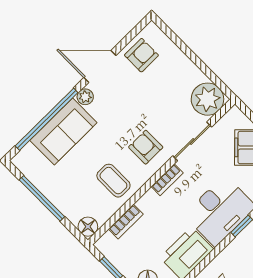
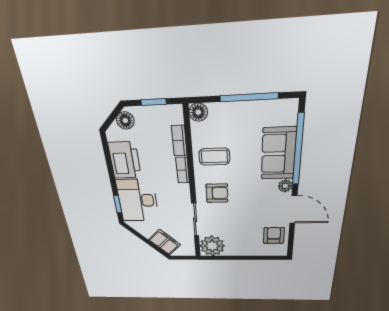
armchair: (141, 55) -> (274, 235), turned 180
door: (100, 66) -> (293, 210), hinge flipped
bookcase: (167, 180) -> (183, 170), moved

